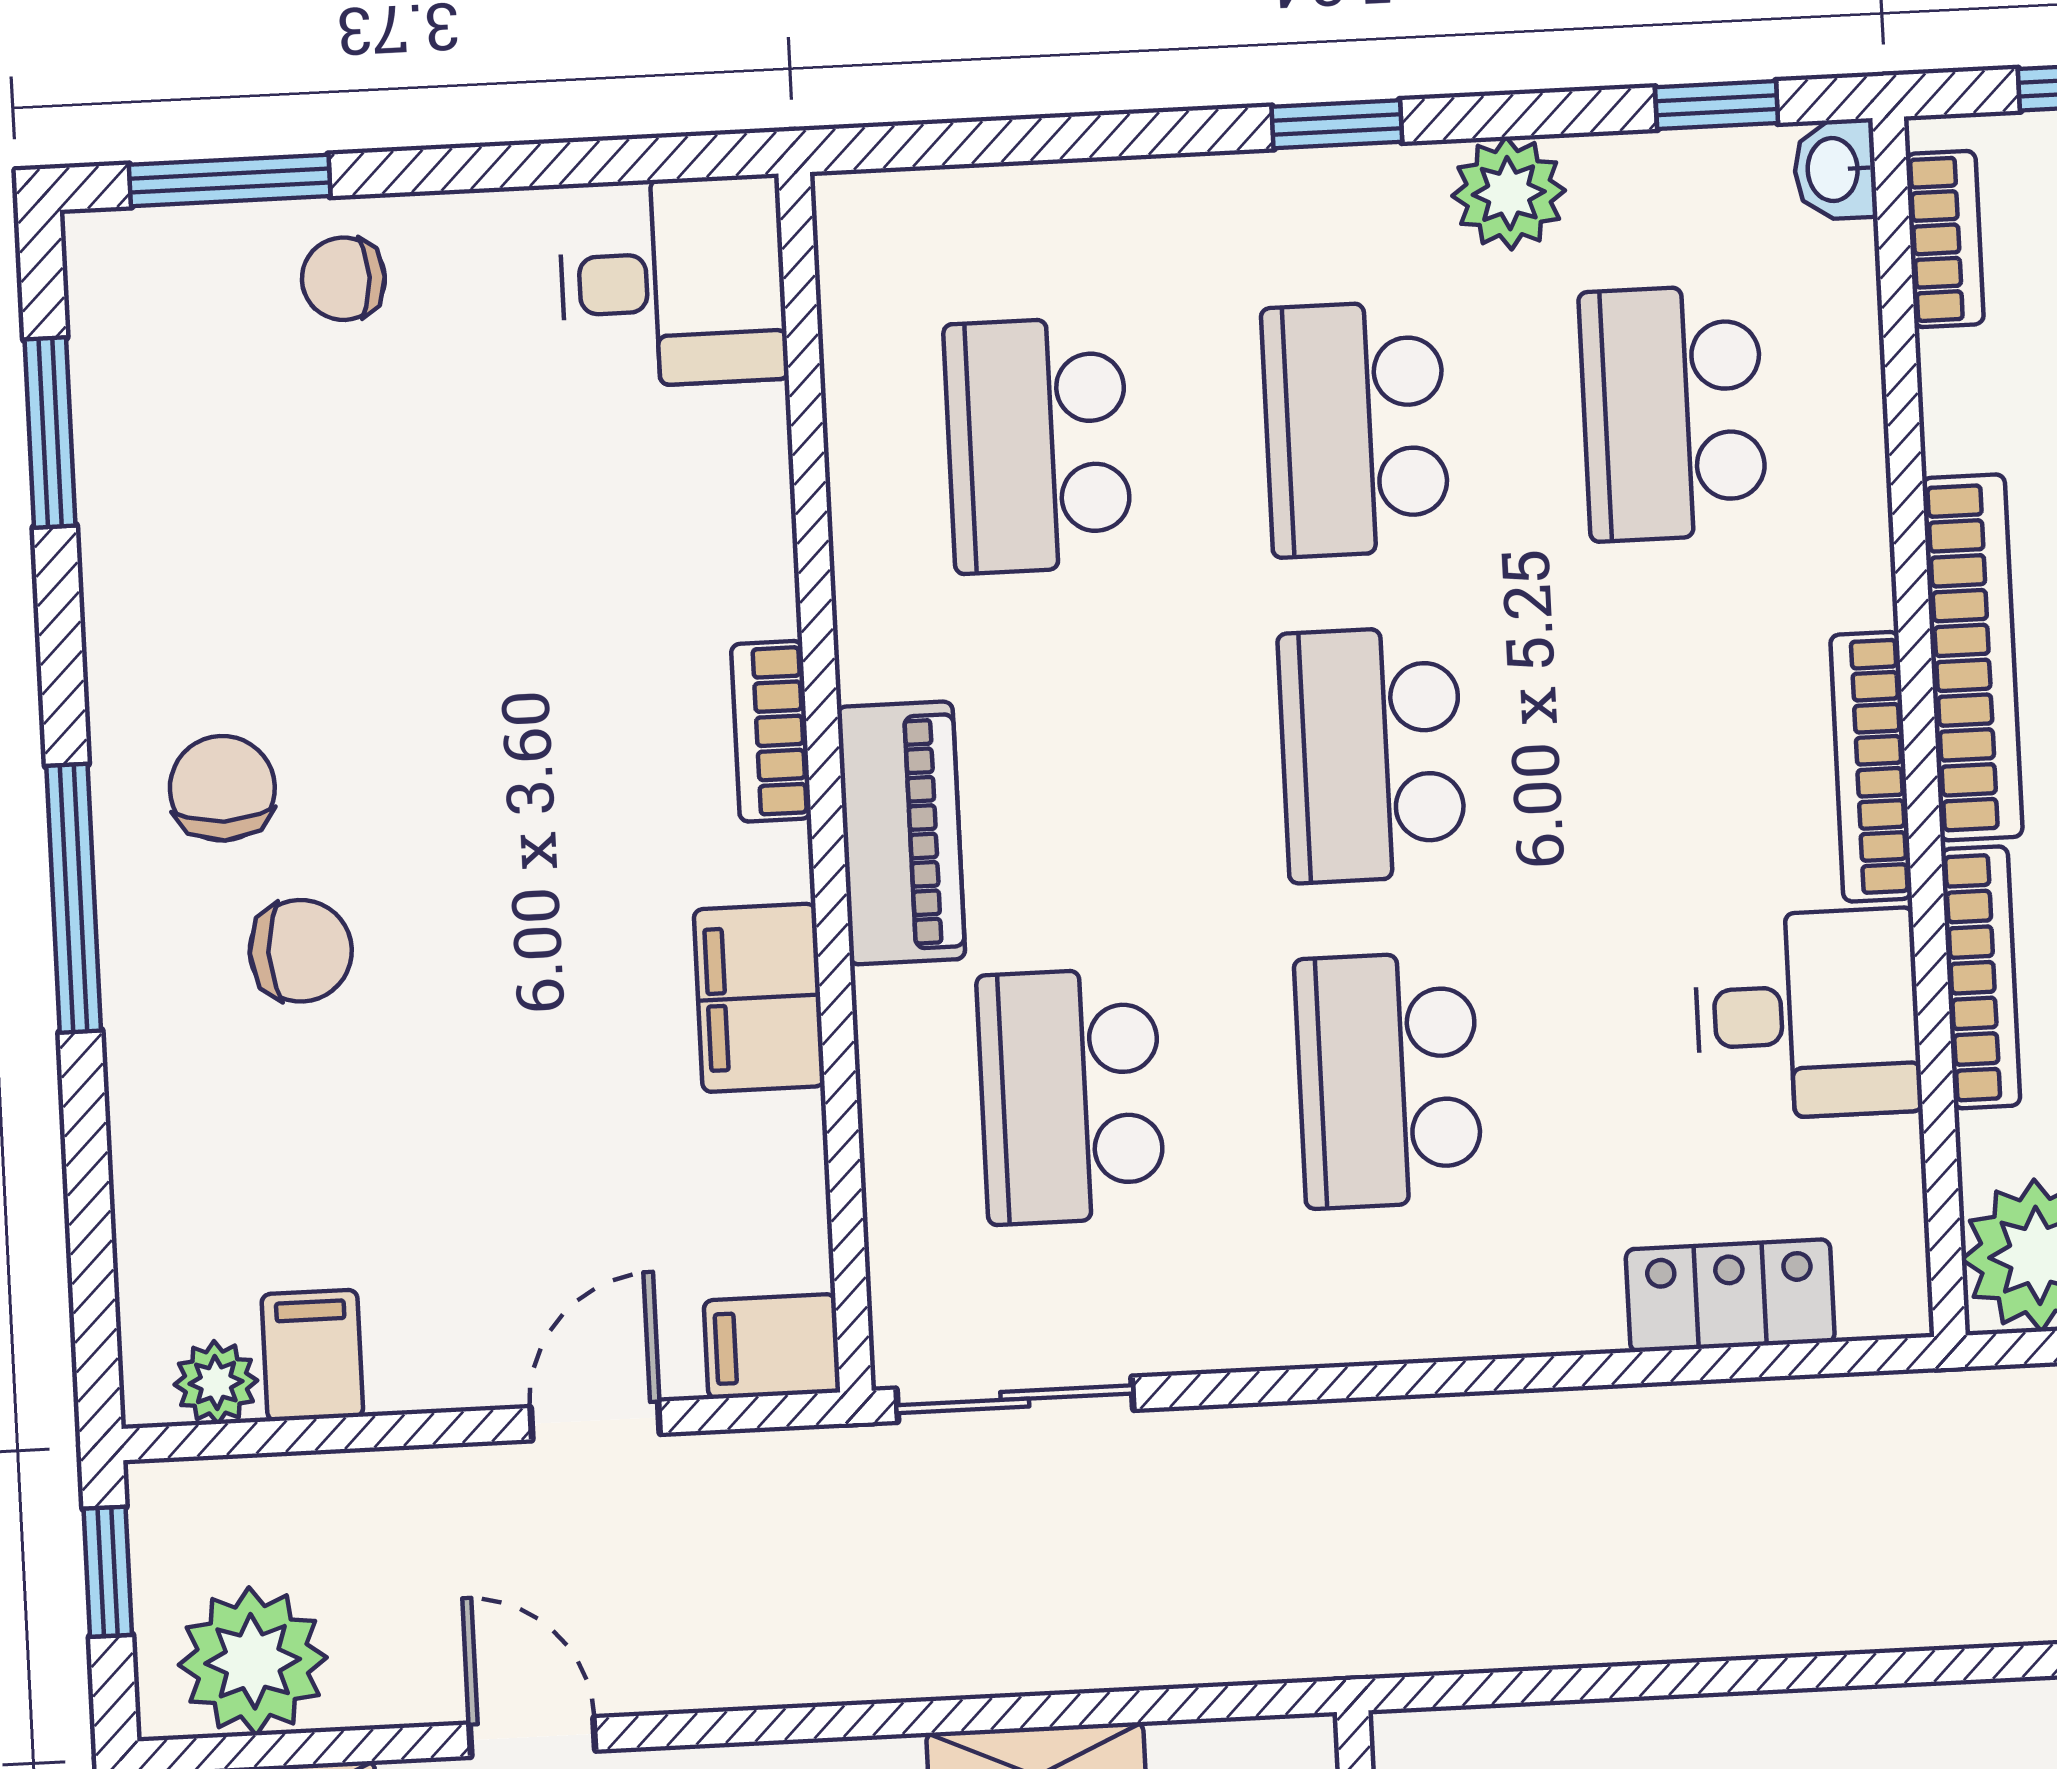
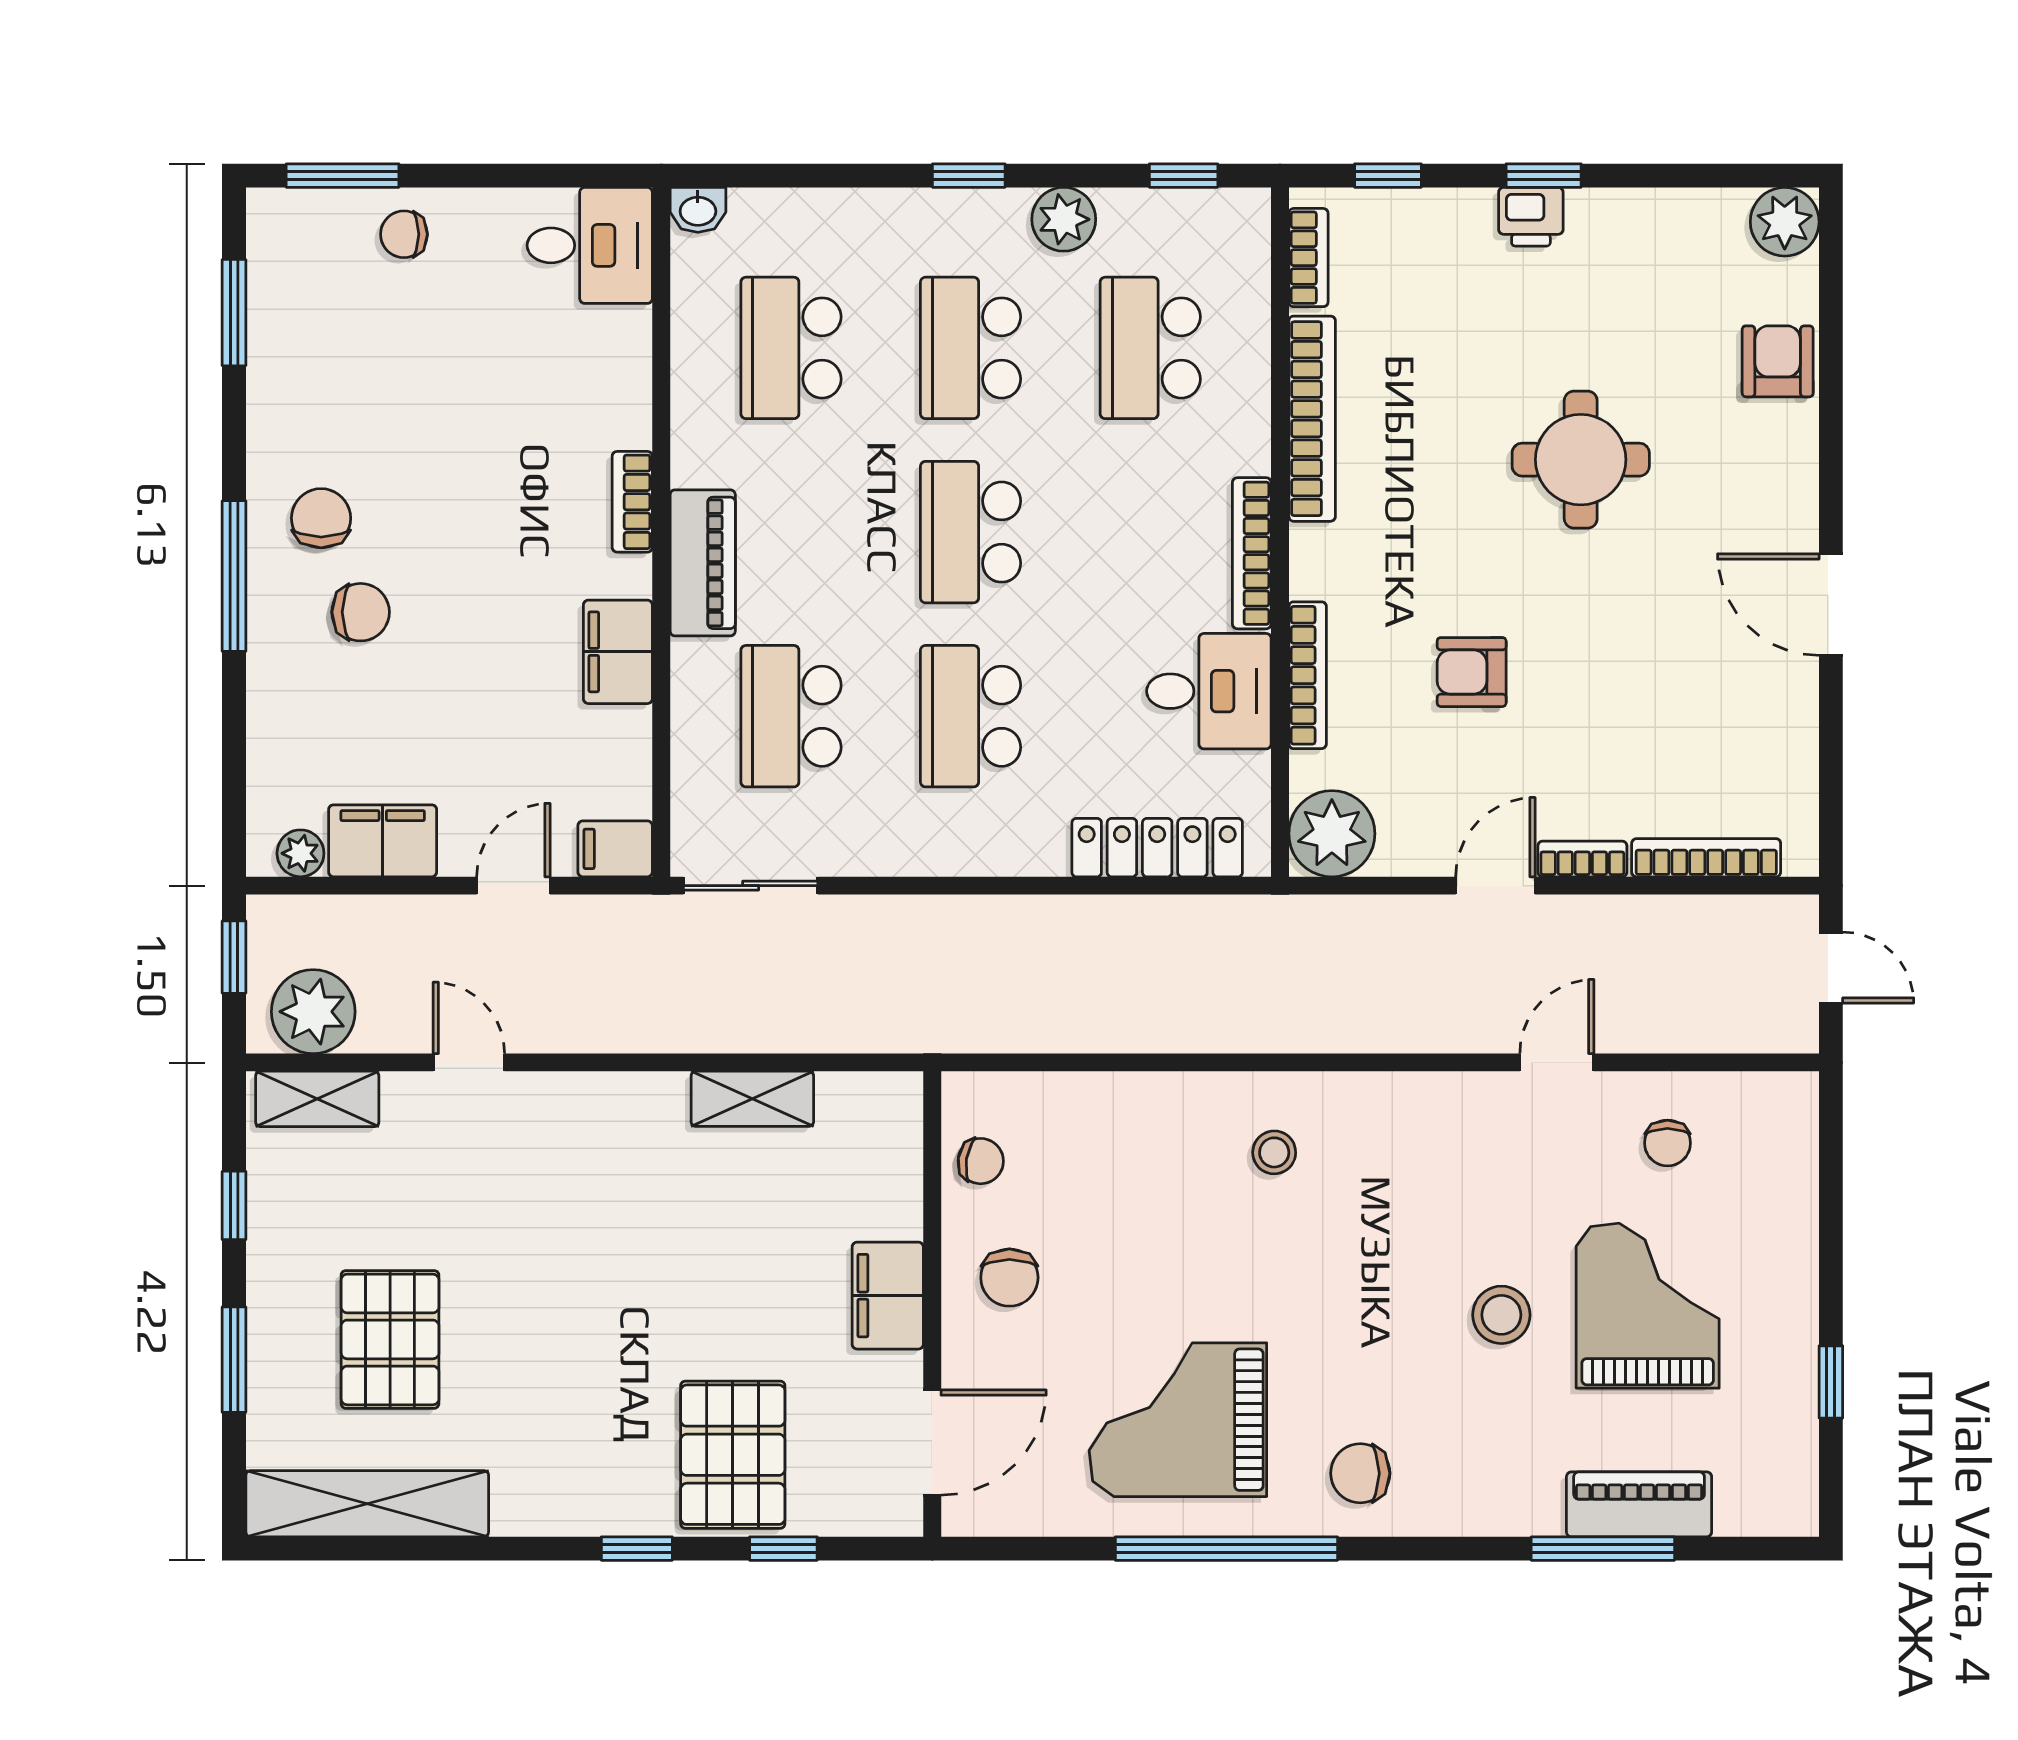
washbasin: (1835, 169) -> (698, 210), moved, turned -90
bookcase: (1972, 657) -> (1312, 419), moved
locker: (1730, 1296) -> (1157, 848), width x1.53
filing cabinet: (312, 1355) -> (383, 841), width x2.00

